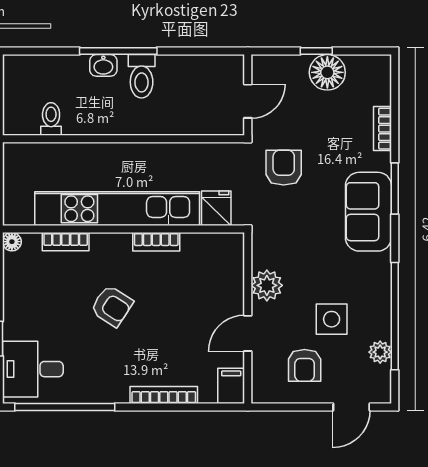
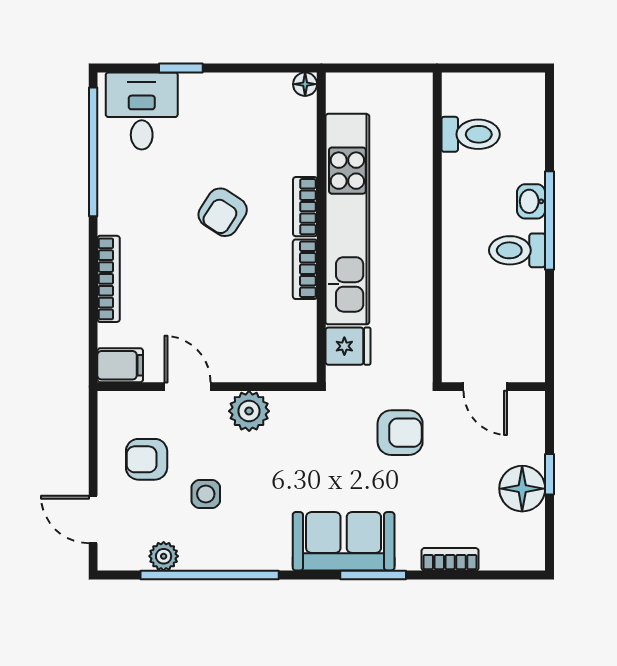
toilet: (51, 119) -> (471, 134), width x1.37, depth x1.39
bookcase: (66, 242) -> (305, 207), moved
side table: (332, 319) -> (206, 494), width x0.73, depth x0.73

